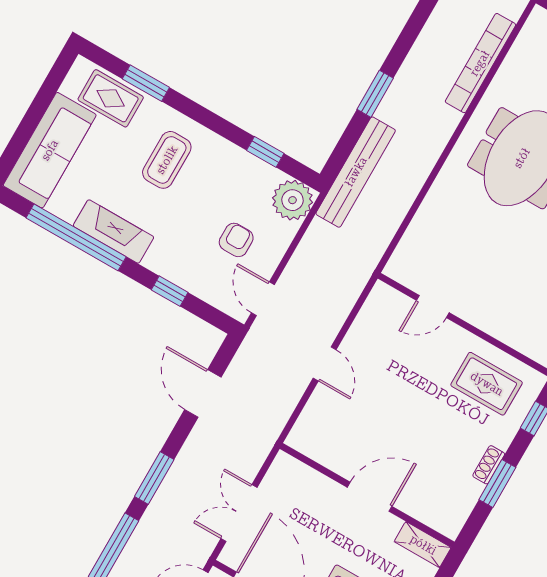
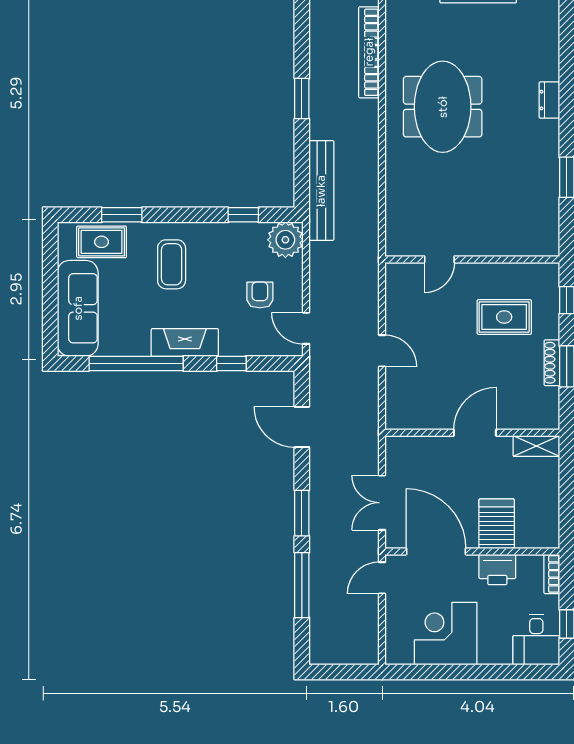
window: (375, 94) -> (302, 99), moved
fireplace: (114, 231) -> (185, 342), moved
rug: (487, 384) -> (504, 317), moved
shoe rack: (489, 465) -> (552, 363), width x1.43

